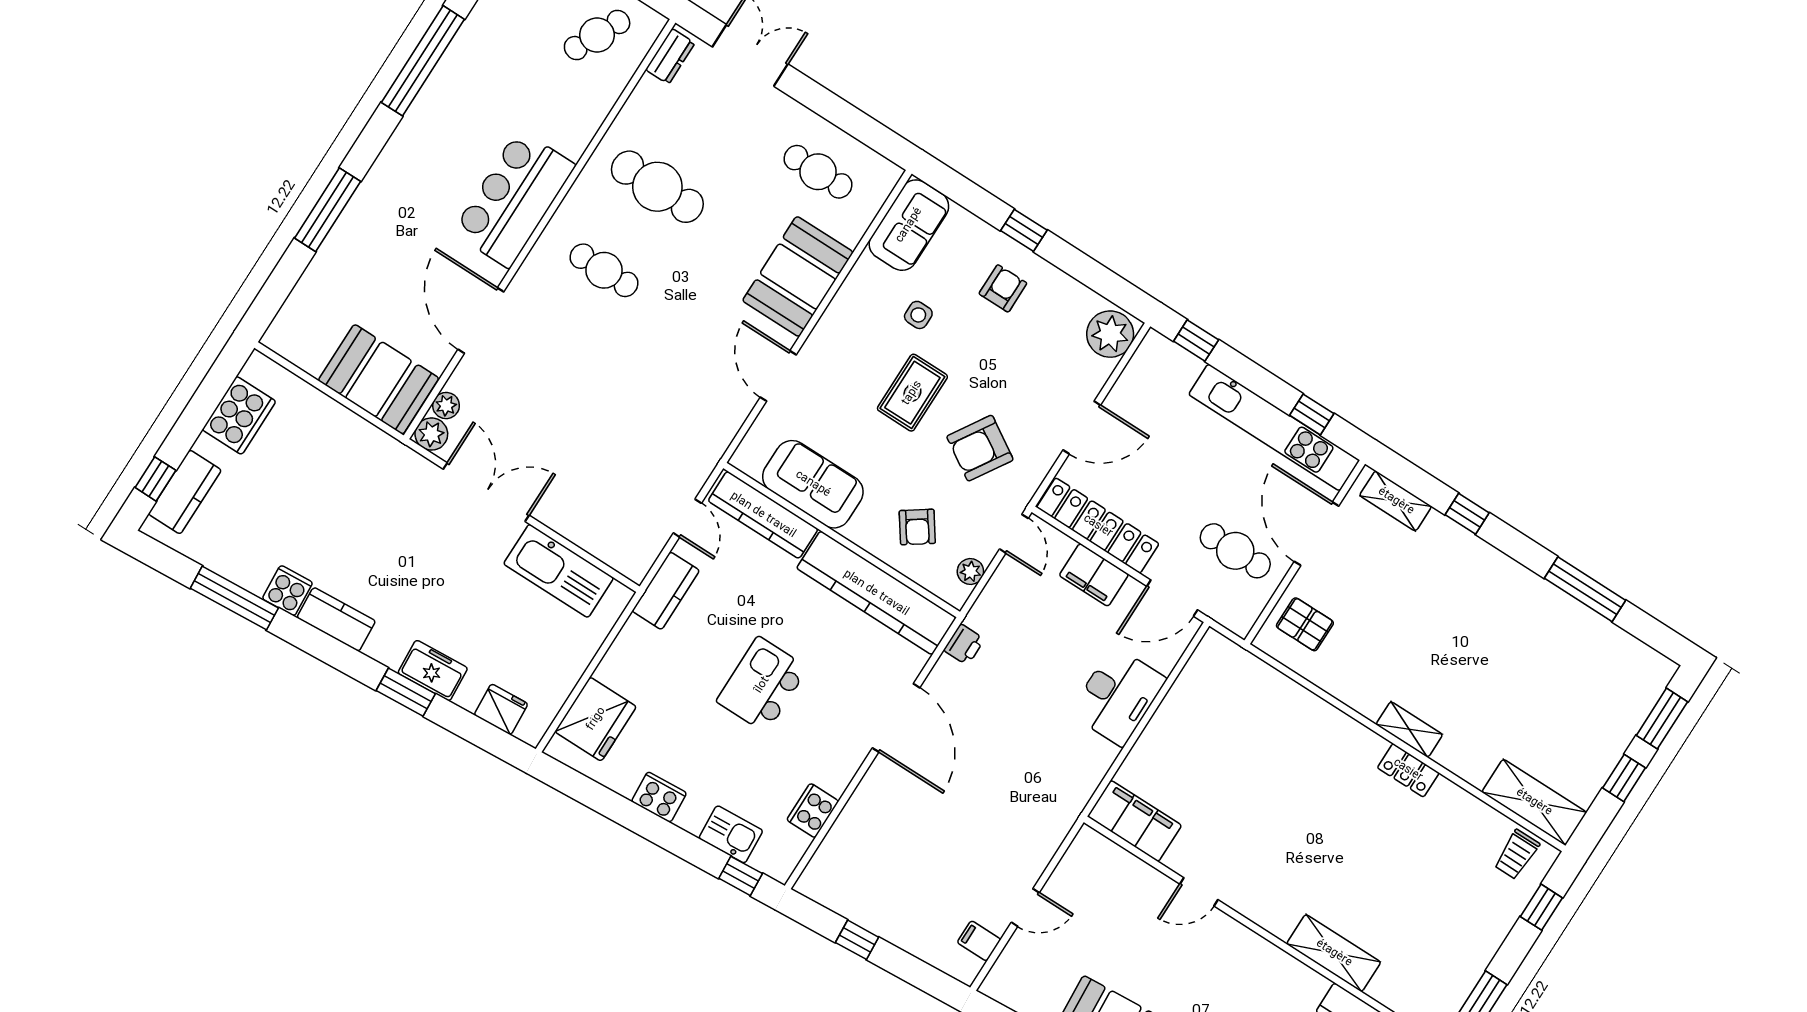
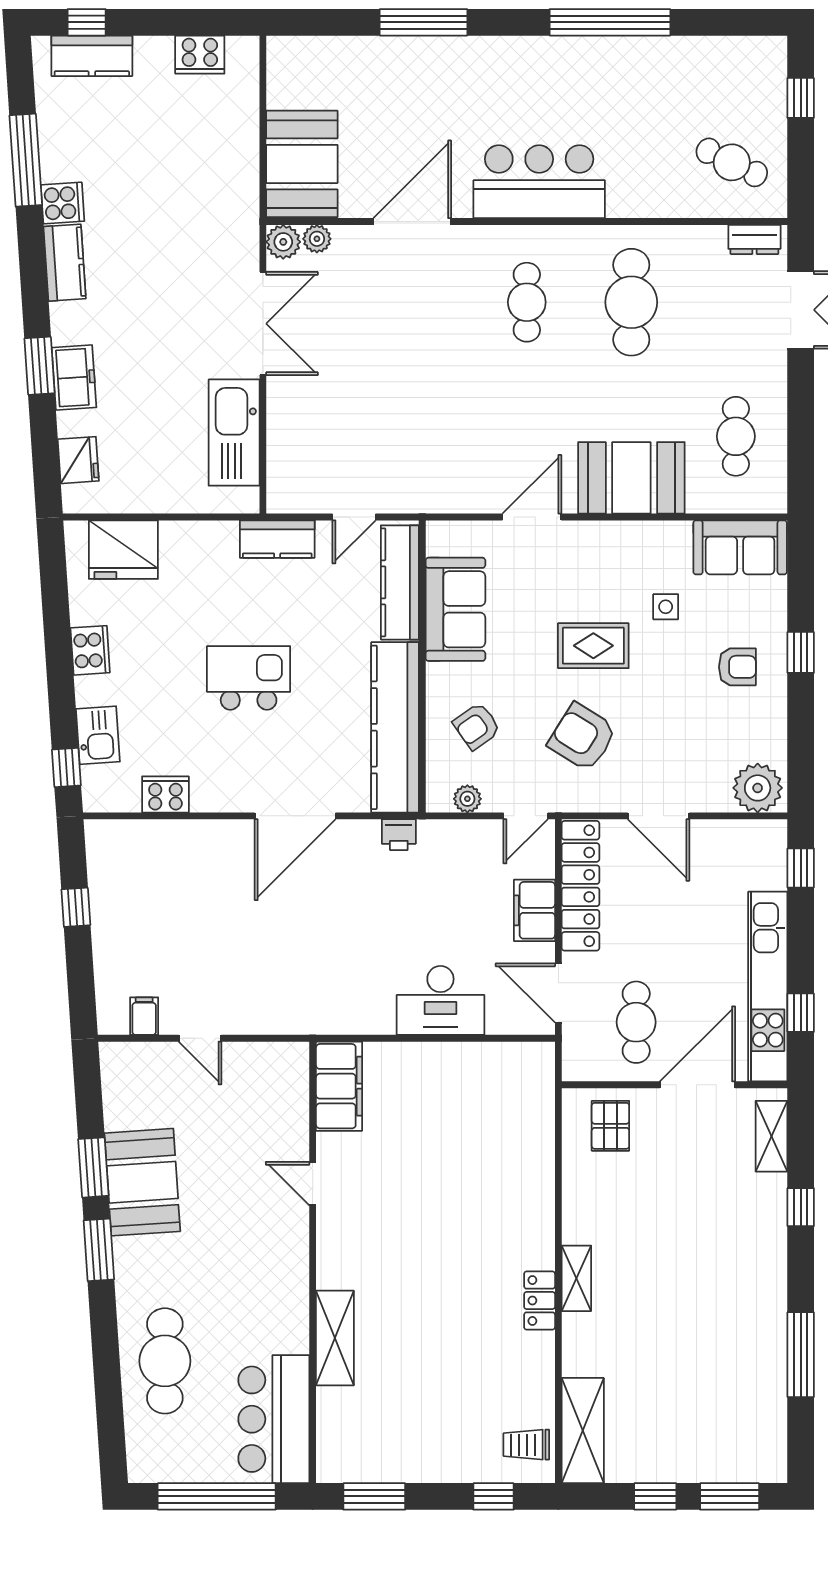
cooker: (239, 415) -> (200, 55), width x0.73, depth x0.76

